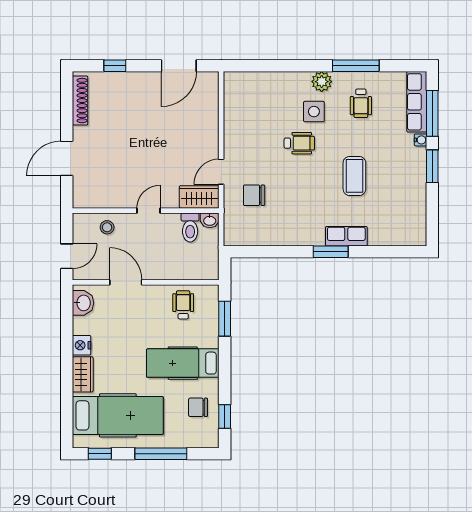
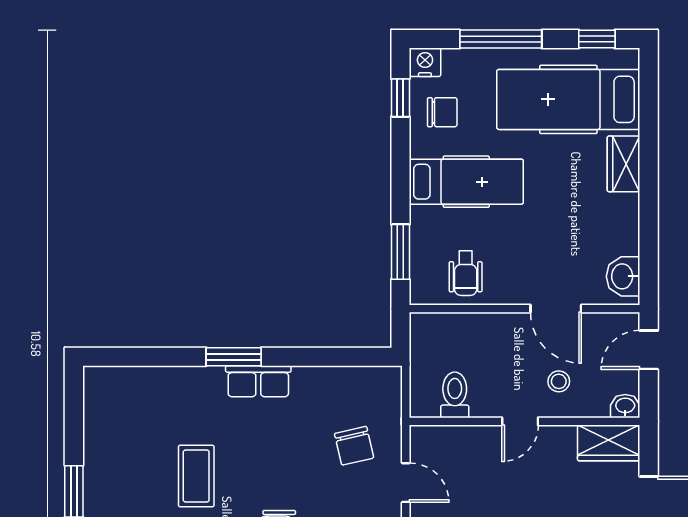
door: (221, 172) -> (406, 483), hinge flipped
chair: (254, 195) -> (354, 446), turned 77
wardrobe: (199, 197) -> (609, 443), moved
washbasin: (210, 220) -> (625, 406), moved
stool: (107, 227) -> (559, 381), moved
row of seats: (346, 236) -> (258, 381), moved
nightstand: (82, 345) -> (425, 62), moved, turned -90

